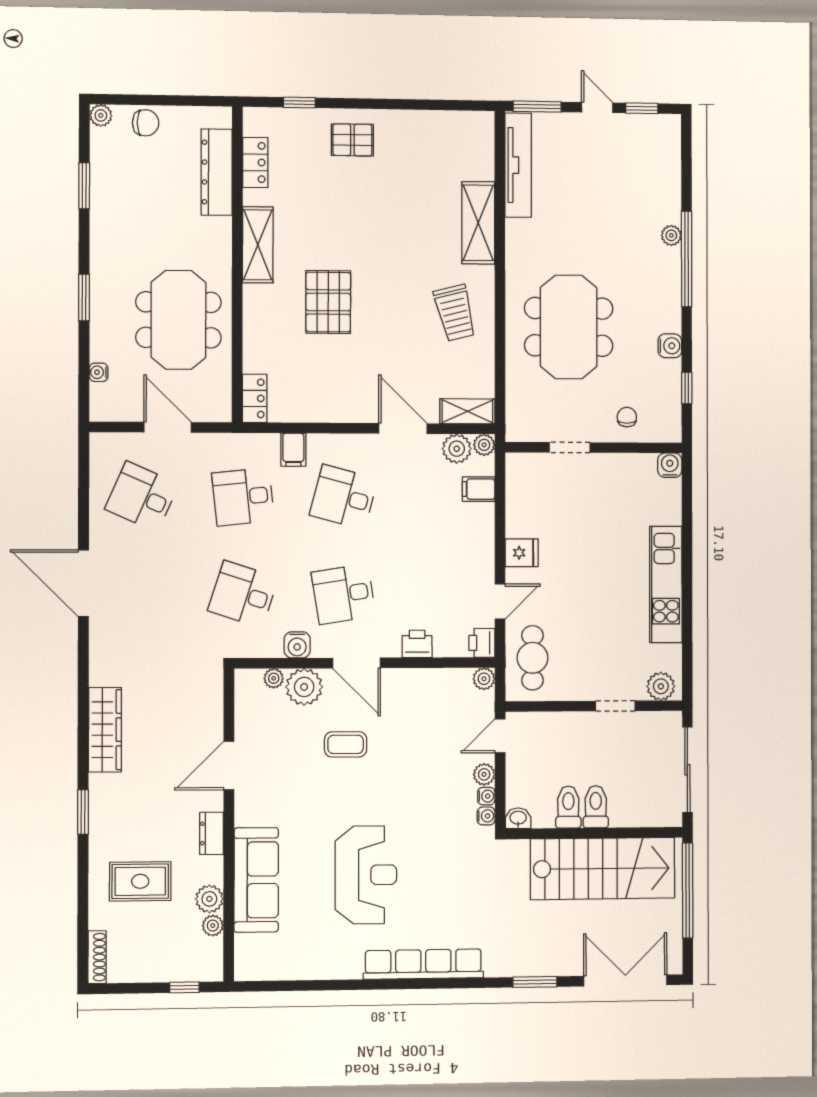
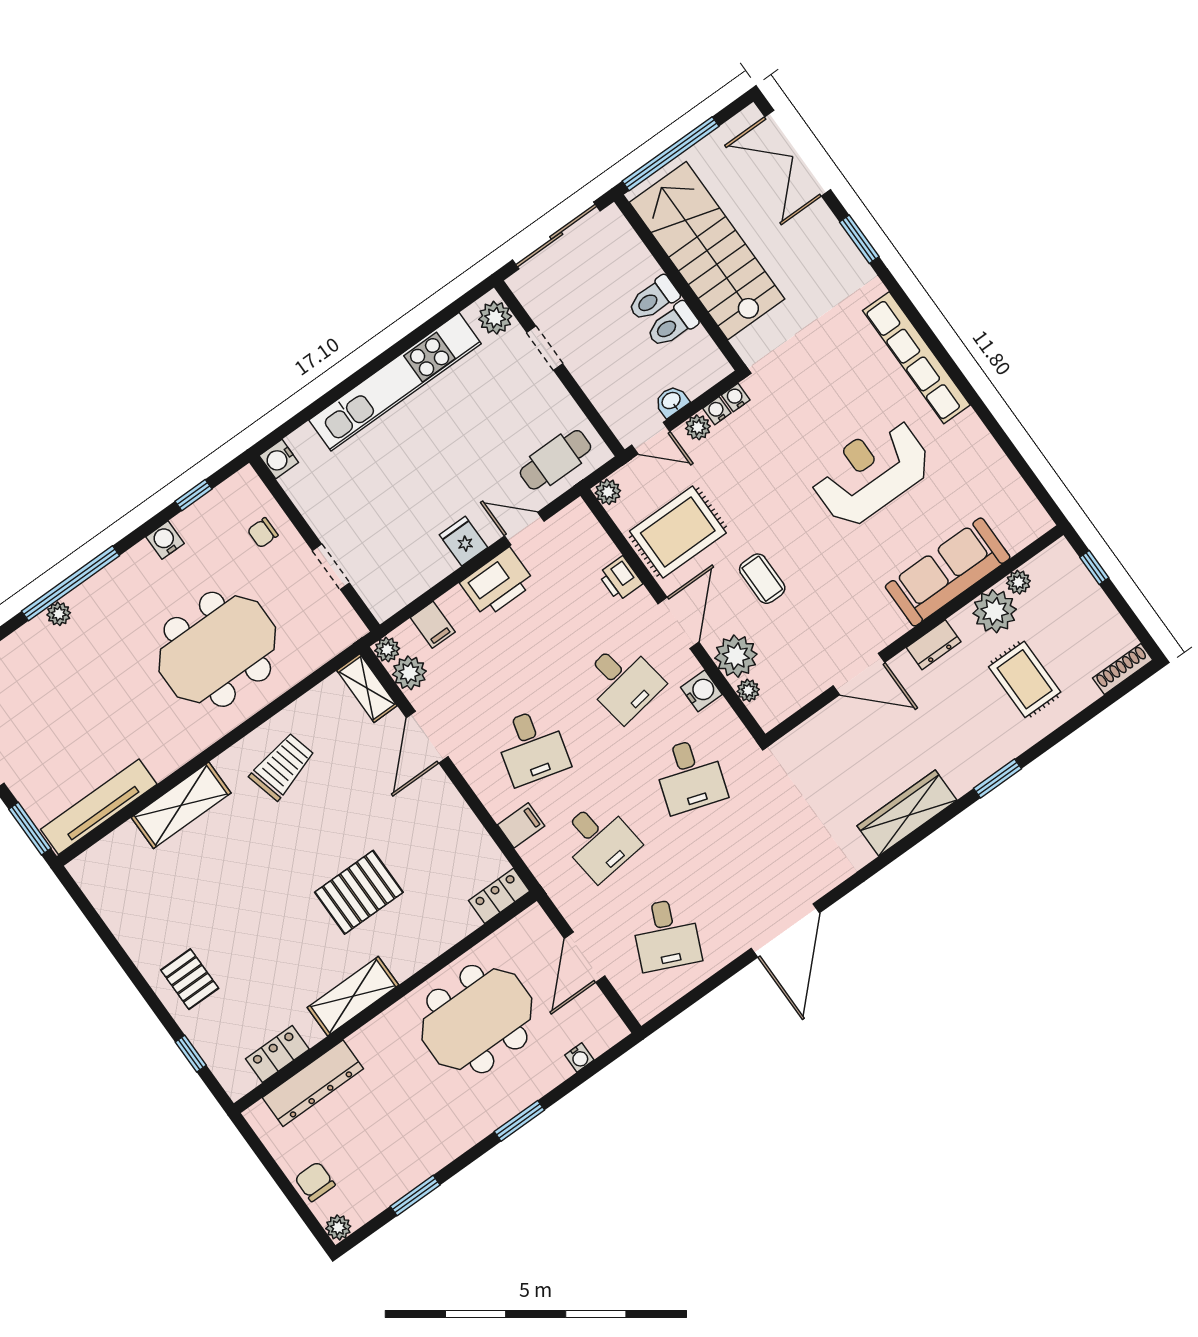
kitchen unit: (666, 584) -> (395, 382), width x1.36
printer: (482, 643) -> (497, 583), moved, width x1.87, depth x1.48
rug: (421, 708) -> (678, 532), added
washbasin: (518, 818) -> (671, 401), moved, turned 90
plant: (209, 899) -> (995, 611), width x1.36, depth x1.36

